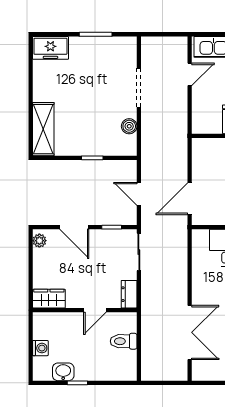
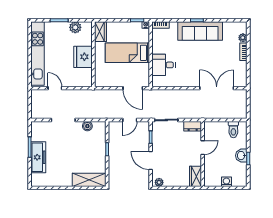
freezer: (50, 48) -> (38, 157), moved, width x1.40
door: (74, 227) -> (151, 161), swing flipped
door: (95, 310) -> (203, 148), hinge flipped
toilet: (124, 341) -> (233, 130), moved
washbasin: (63, 372) -> (241, 156), moved

